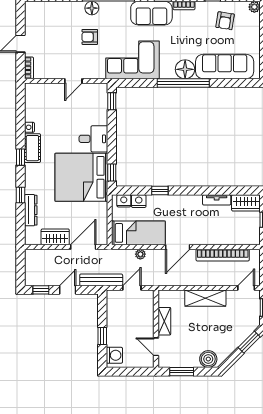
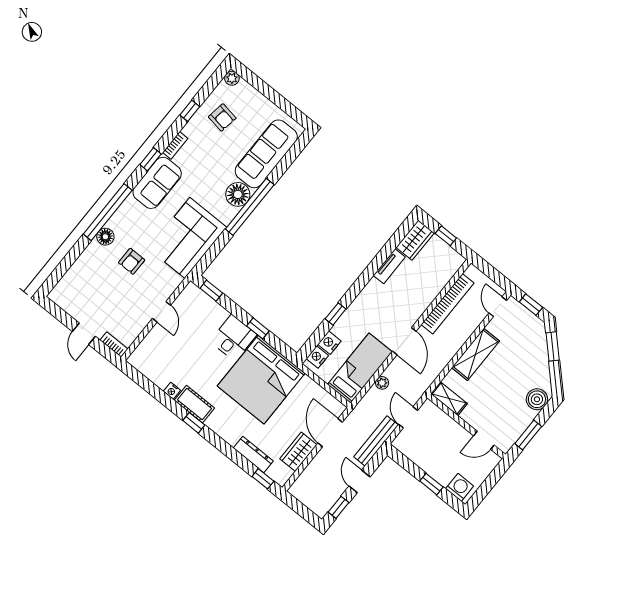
window: (112, 173) -> (258, 328), moved
window: (20, 195) -> (263, 479), moved
shelving: (164, 321) -> (449, 399), moved

